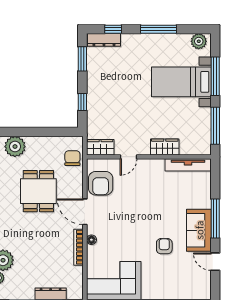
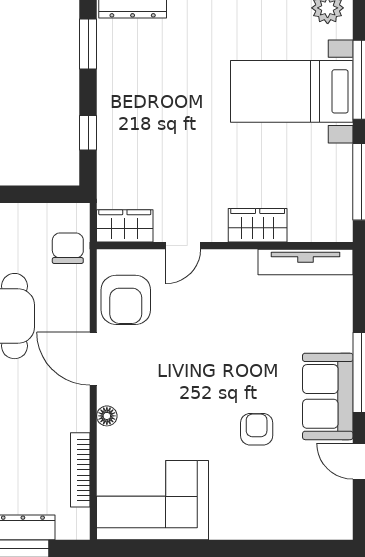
bookcase: (79, 247) -> (80, 470), moved

